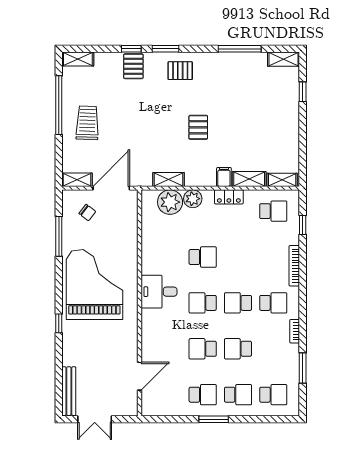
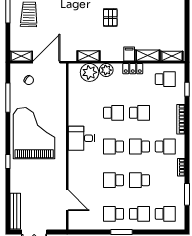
school desk: (238, 257) -> (139, 113), added
door: (140, 376) -> (67, 200), hinge flipped
school desk: (203, 395) -> (114, 214), turned 180

